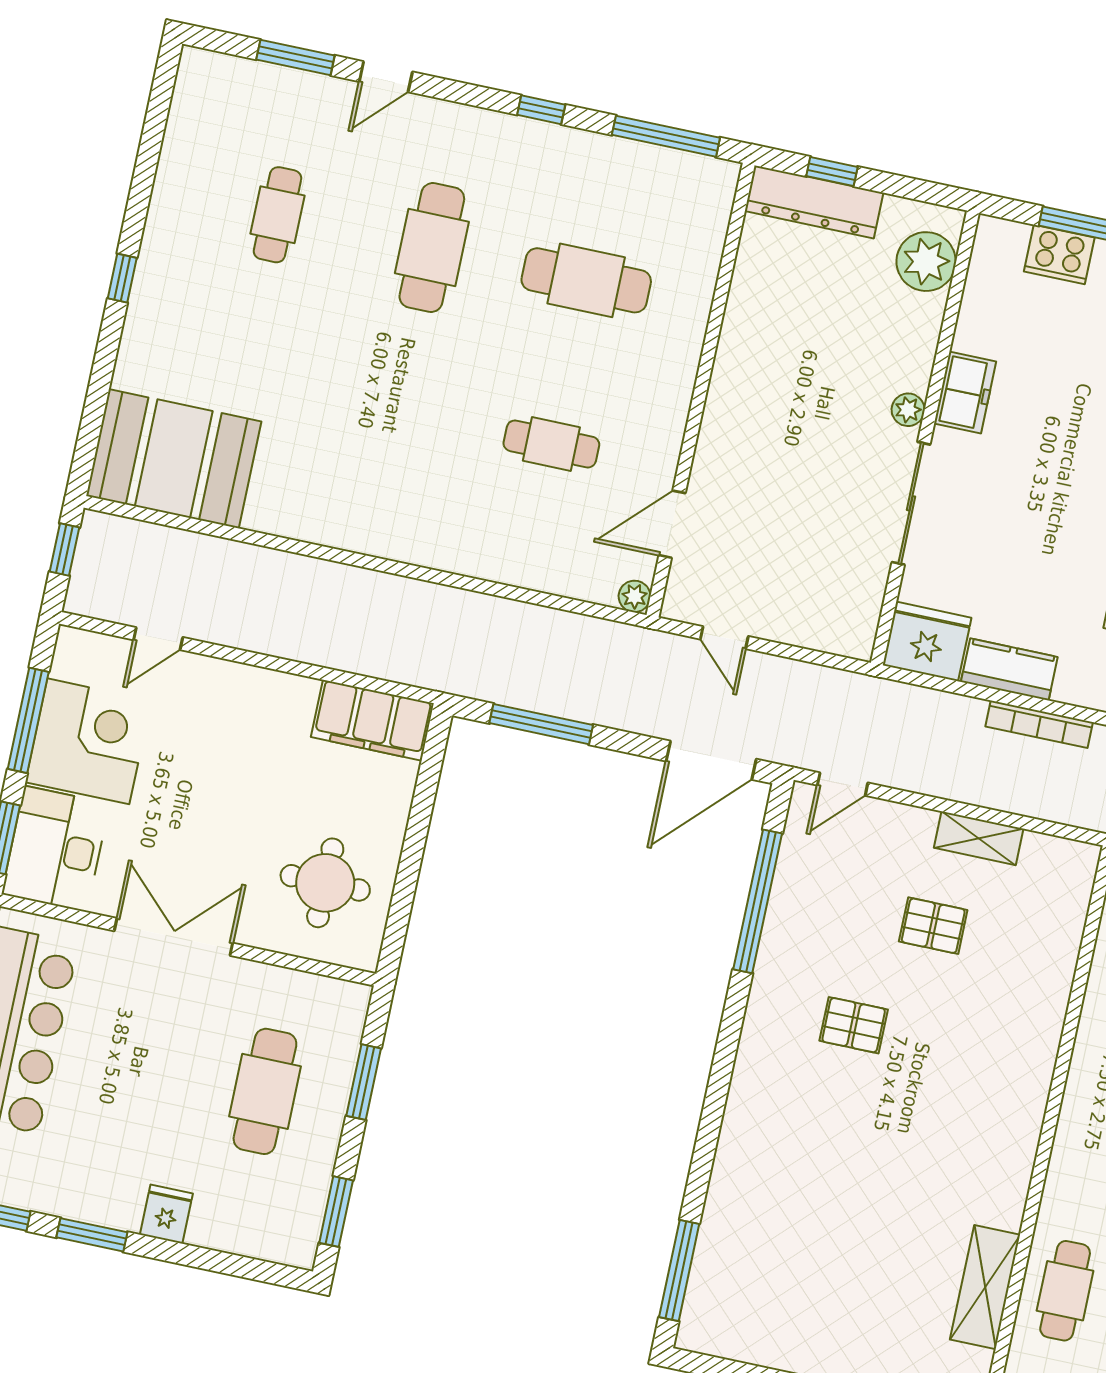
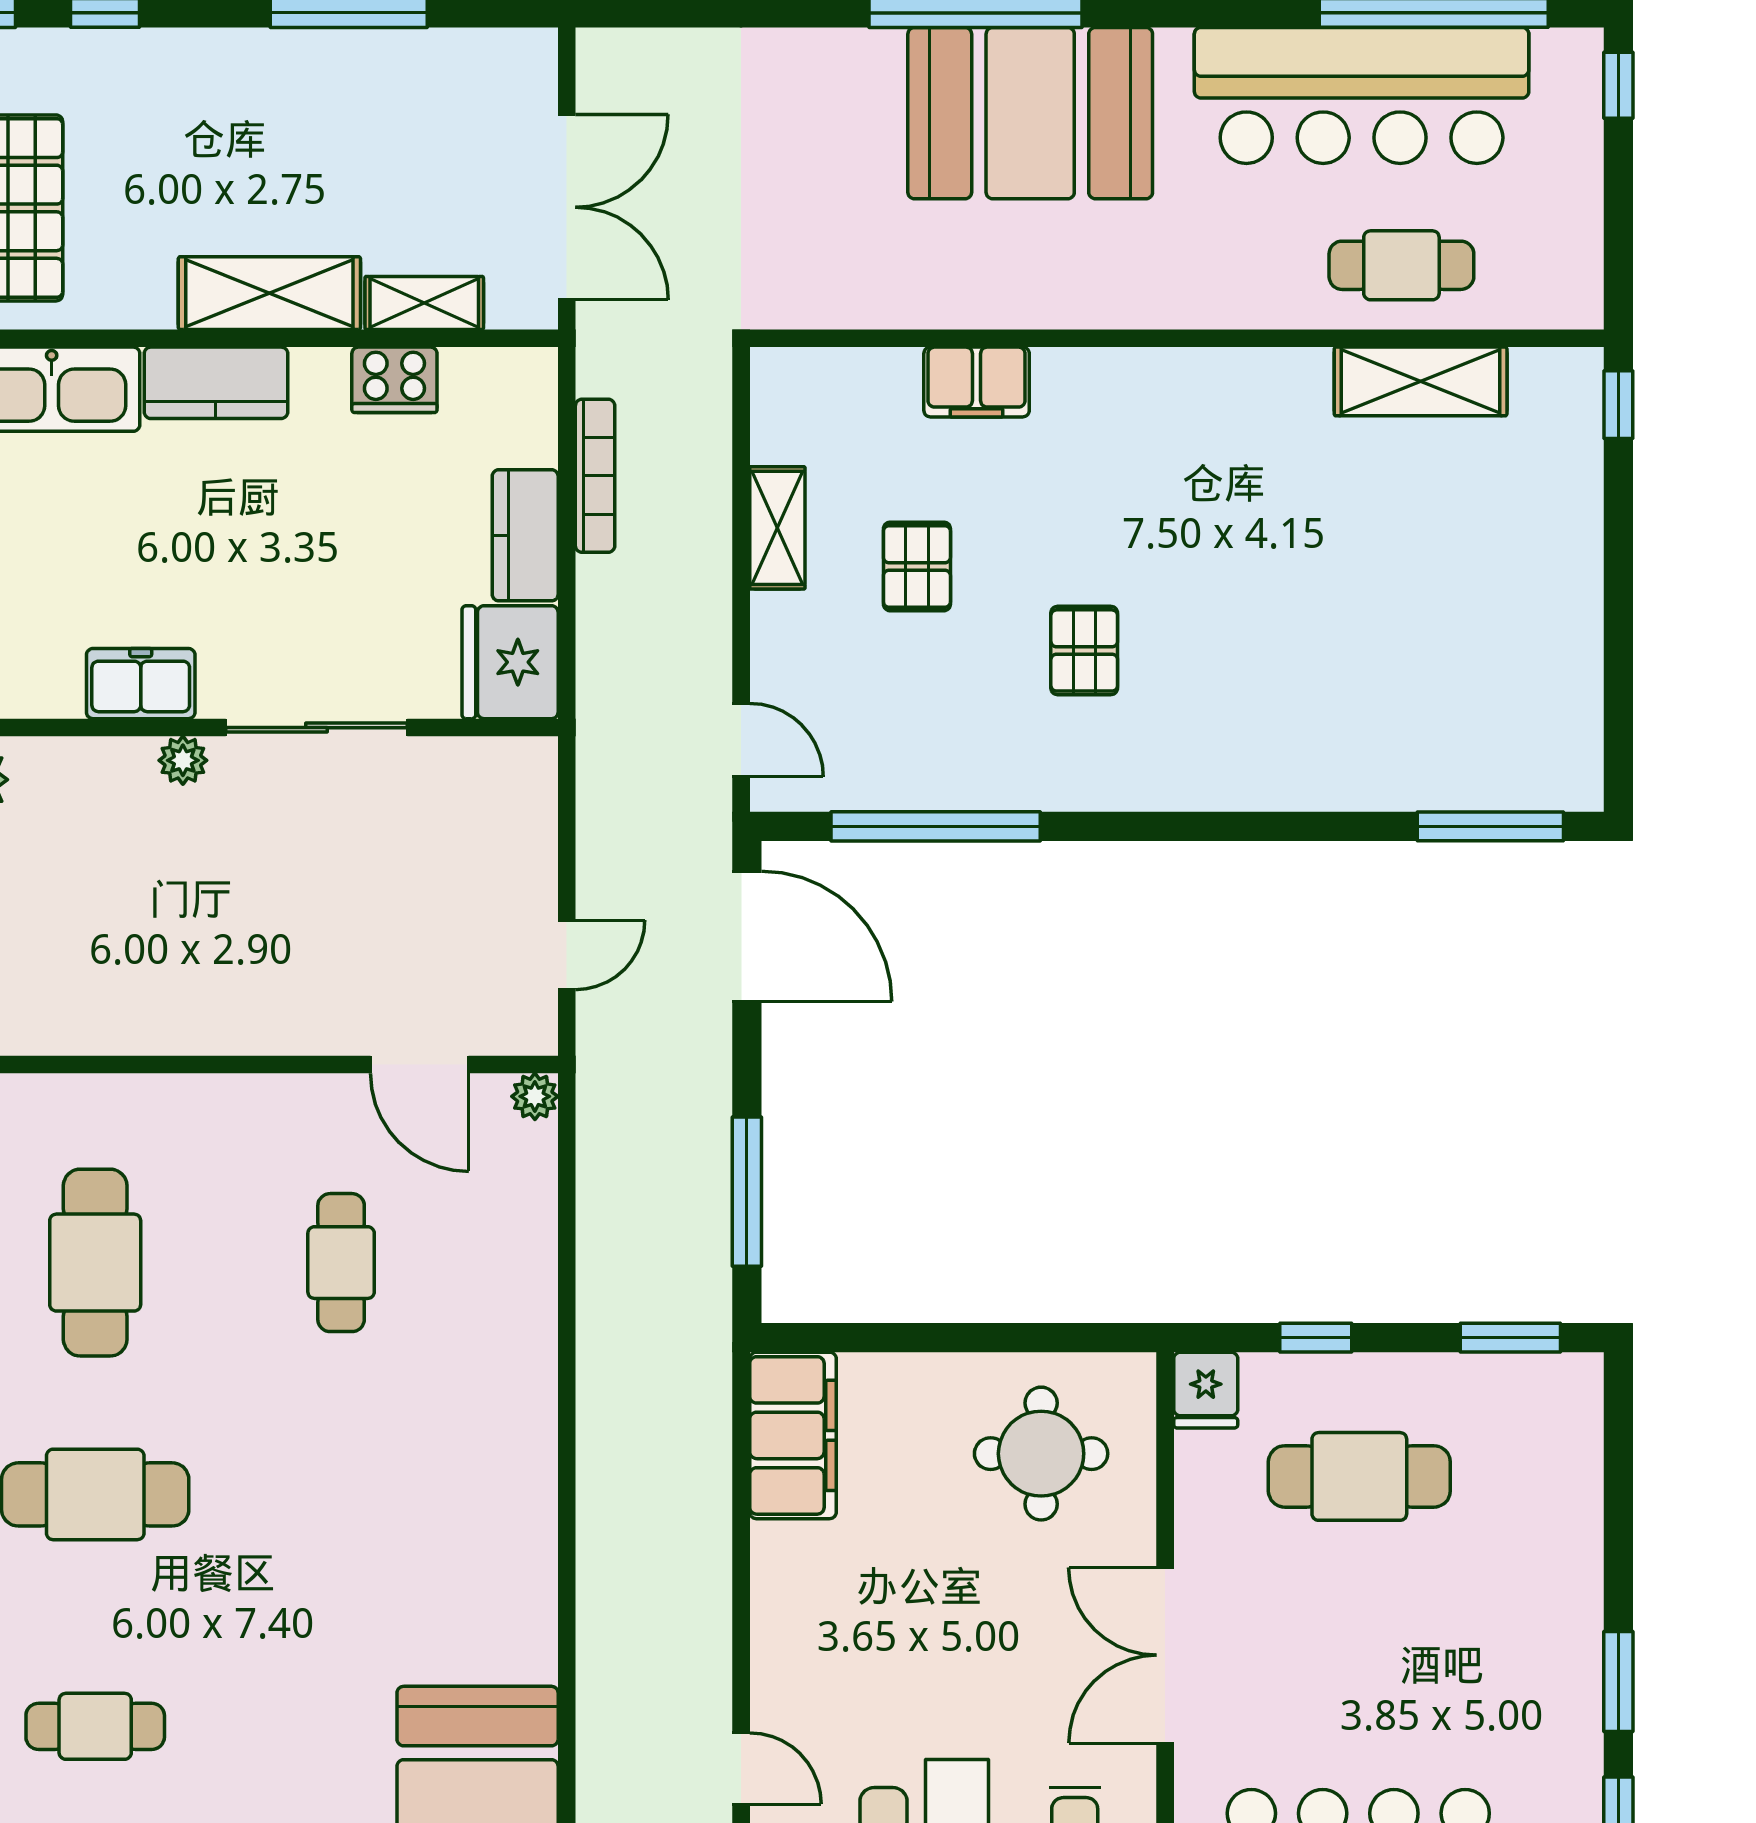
filing cabinet: (1048, 991) -> (977, 382), added
window: (364, 1082) -> (1316, 1338), width x0.67
fridge: (166, 1214) -> (1206, 1390), moved, turned -90

